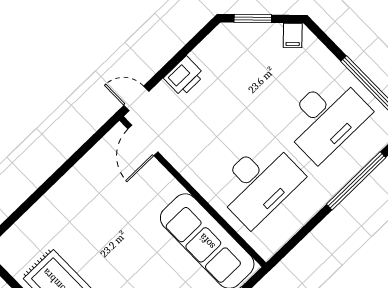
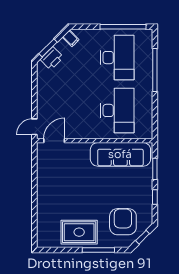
printer: (184, 76) -> (52, 58), moved, turned 45
door: (143, 140) -> (54, 141), swing flipped

